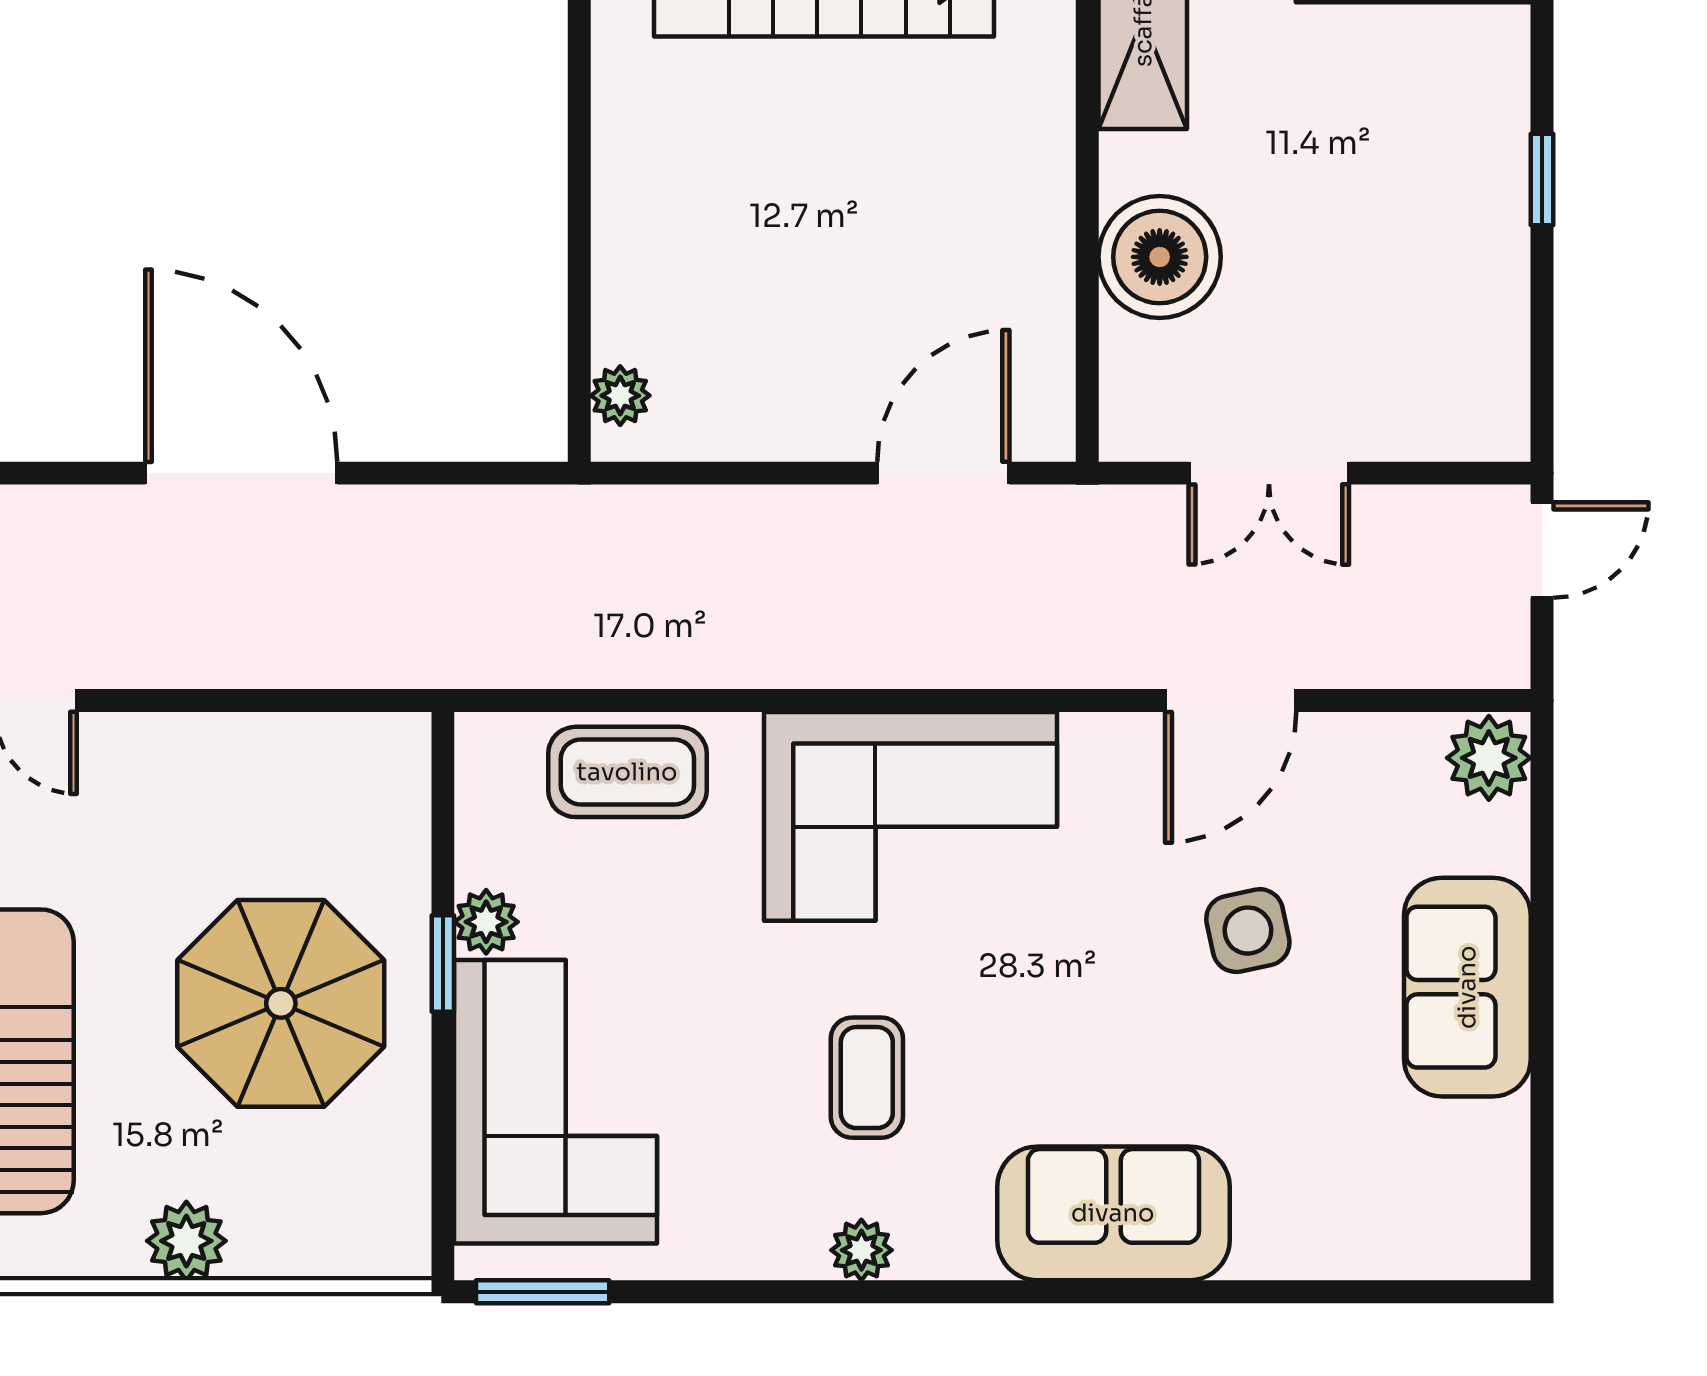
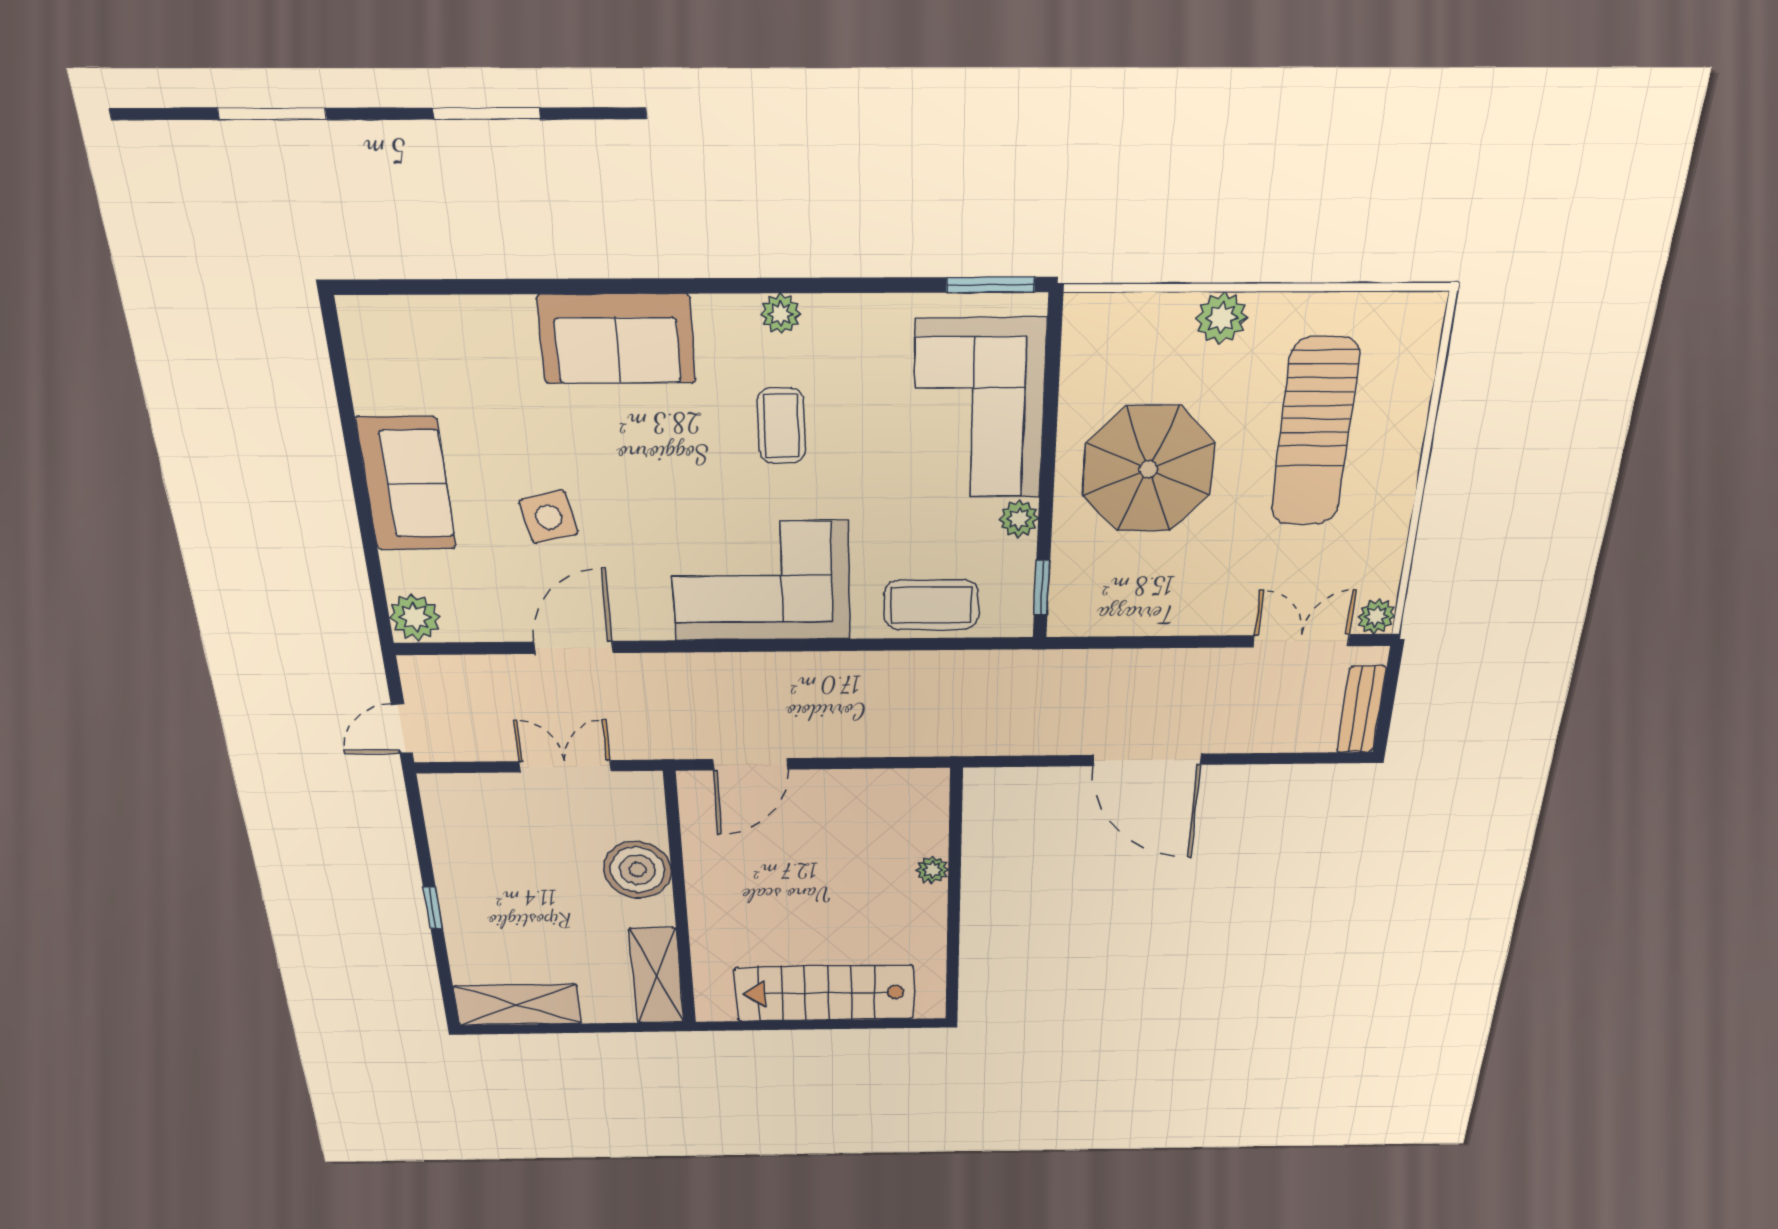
plant: (620, 396) -> (932, 870), moved
window: (443, 964) -> (1042, 588), moved

